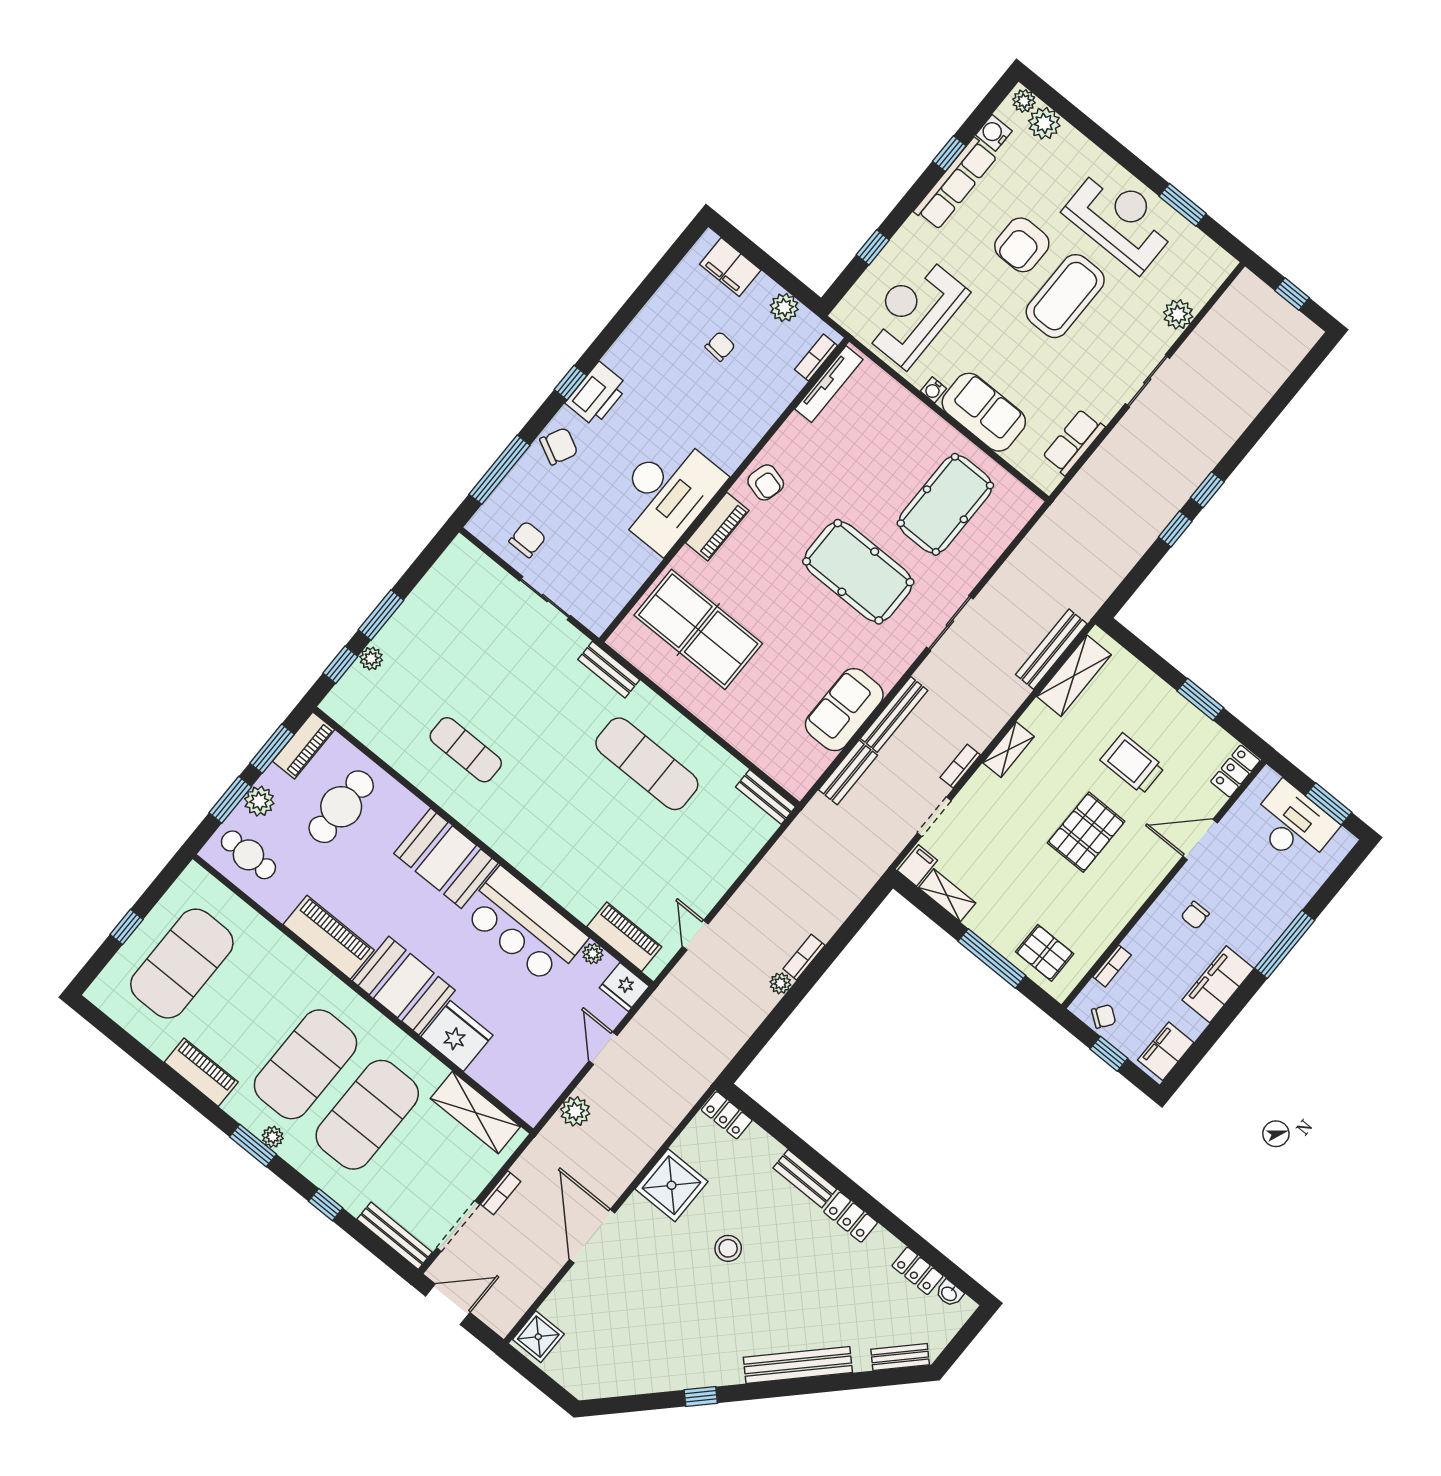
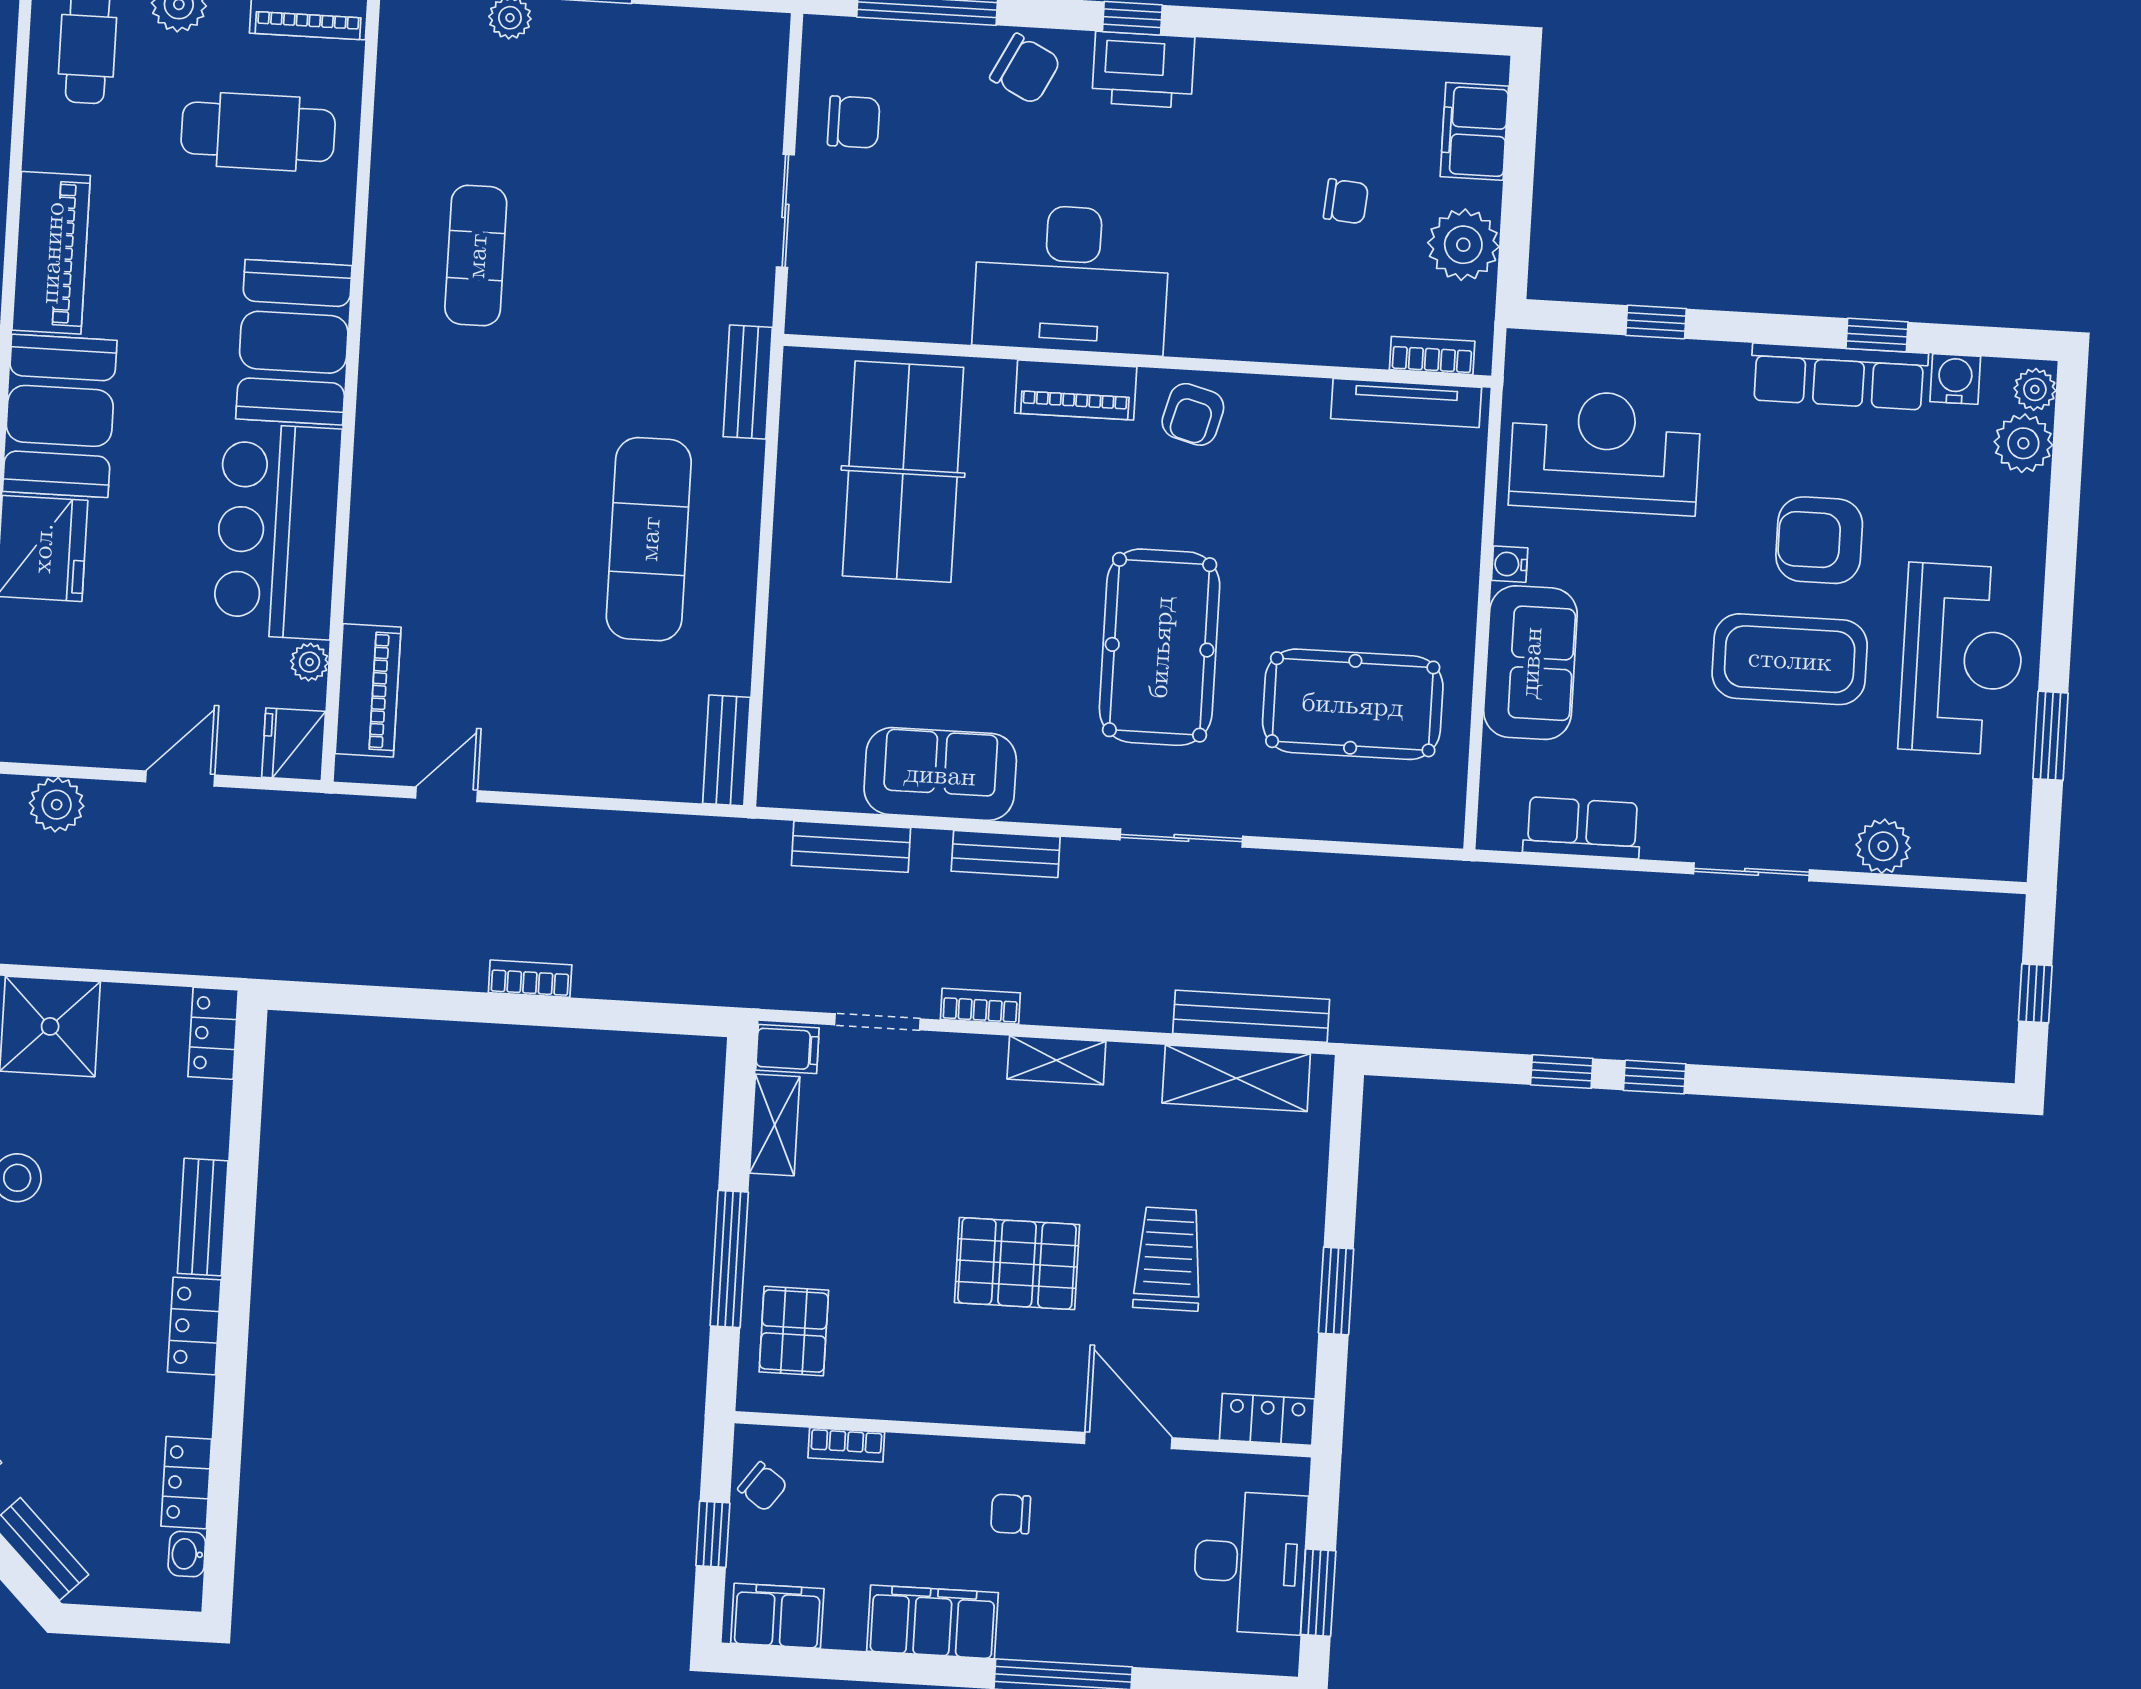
plant: (784, 307) -> (1463, 245), width x1.36, depth x1.36
bench: (894, 714) -> (1006, 854), width x0.73
plant: (780, 983) -> (466, 972), removed

